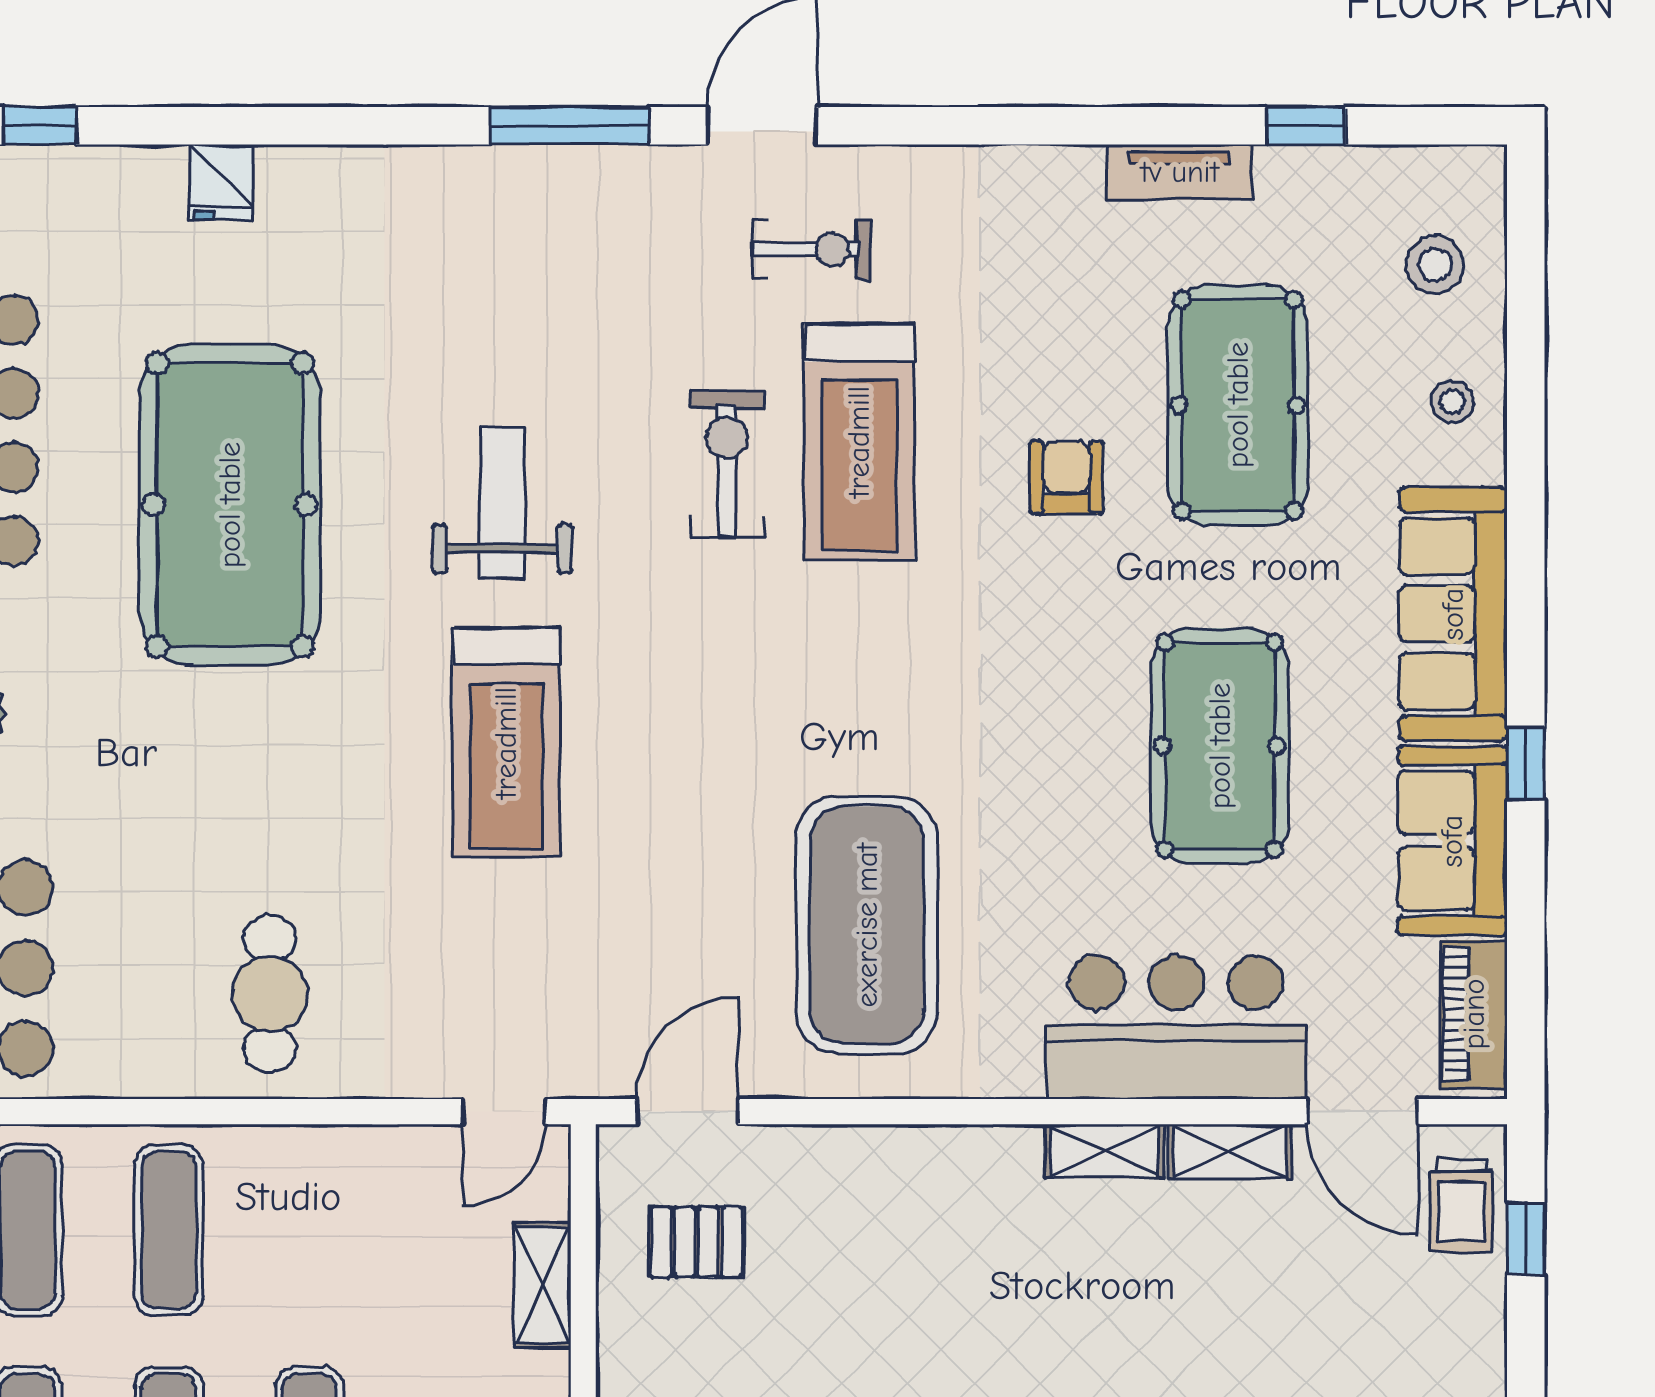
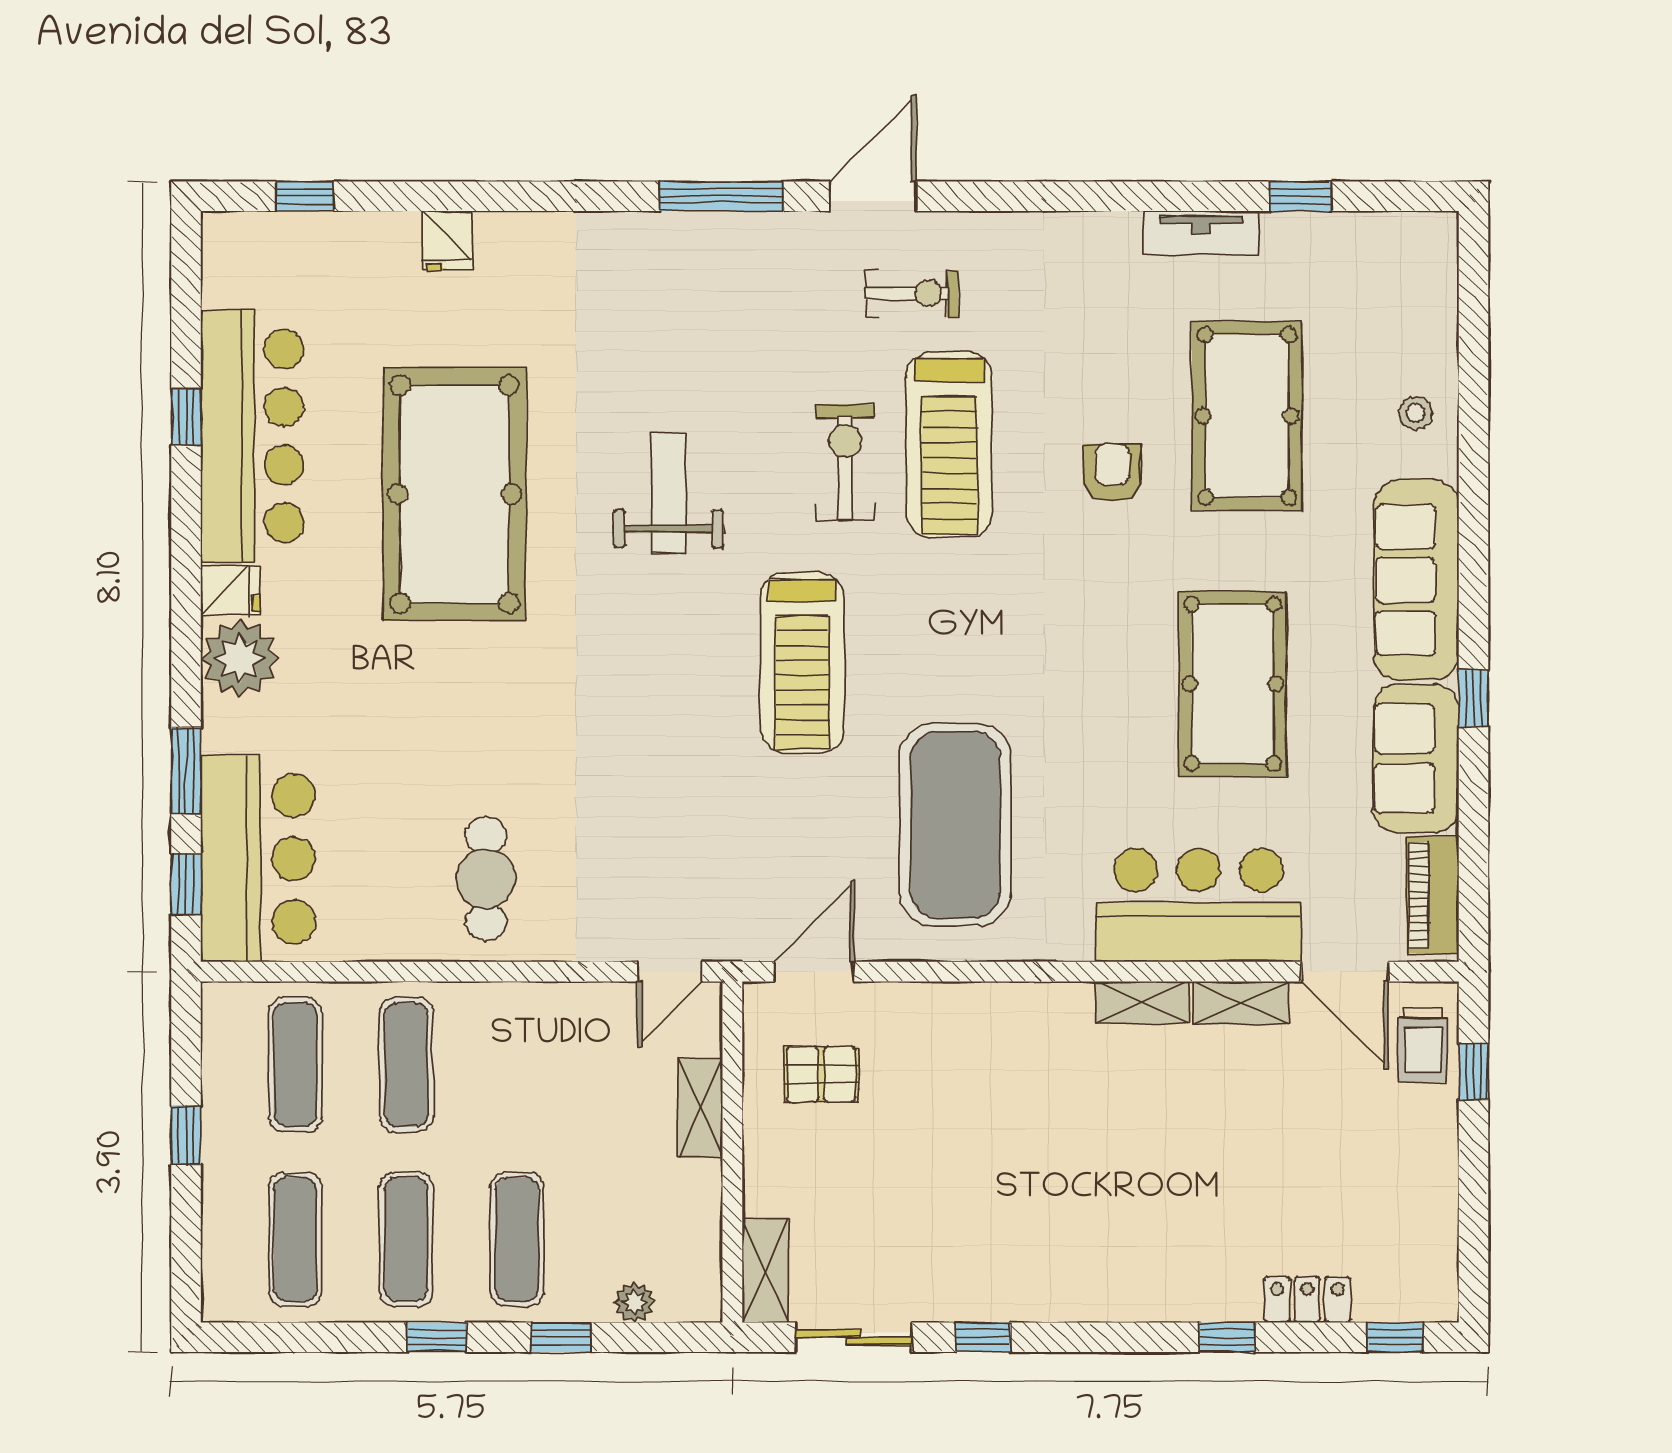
stool: (1435, 265) -> (1402, 305), removed
treadmill: (506, 743) -> (802, 663), moved

